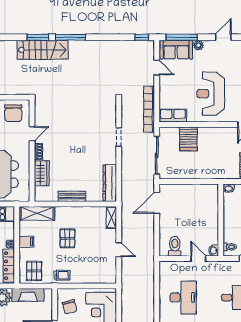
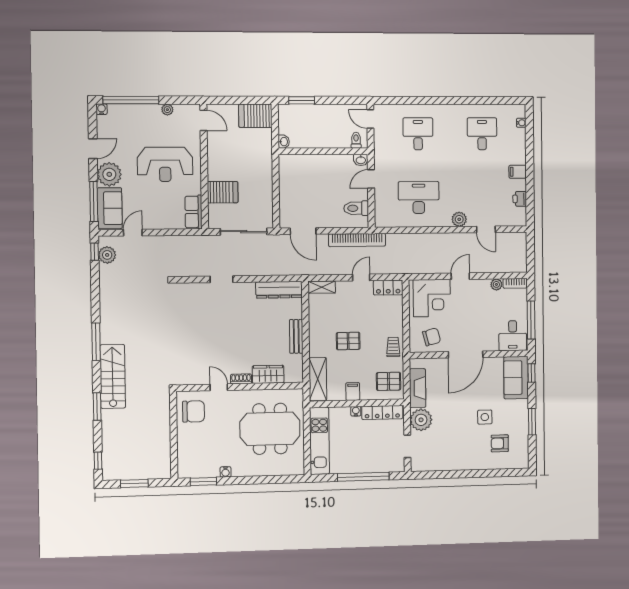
window: (38, 37) -> (97, 407), moved
door: (223, 37) -> (93, 149), swing flipped
plant: (199, 45) -> (109, 174), width x1.88, depth x1.88
plant: (139, 47) -> (107, 255), added
bookcase: (149, 109) -> (357, 240), moved
locker: (110, 272) -> (388, 288), added

